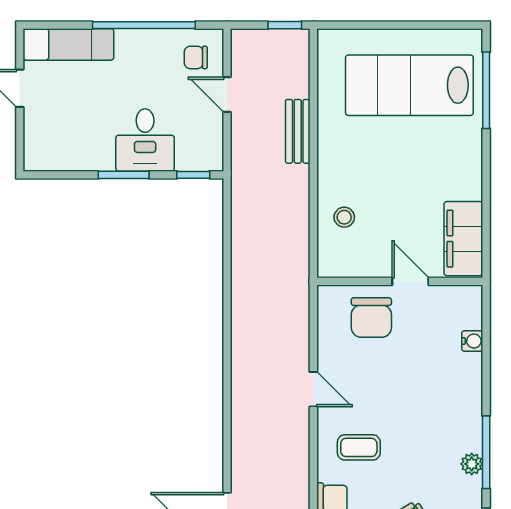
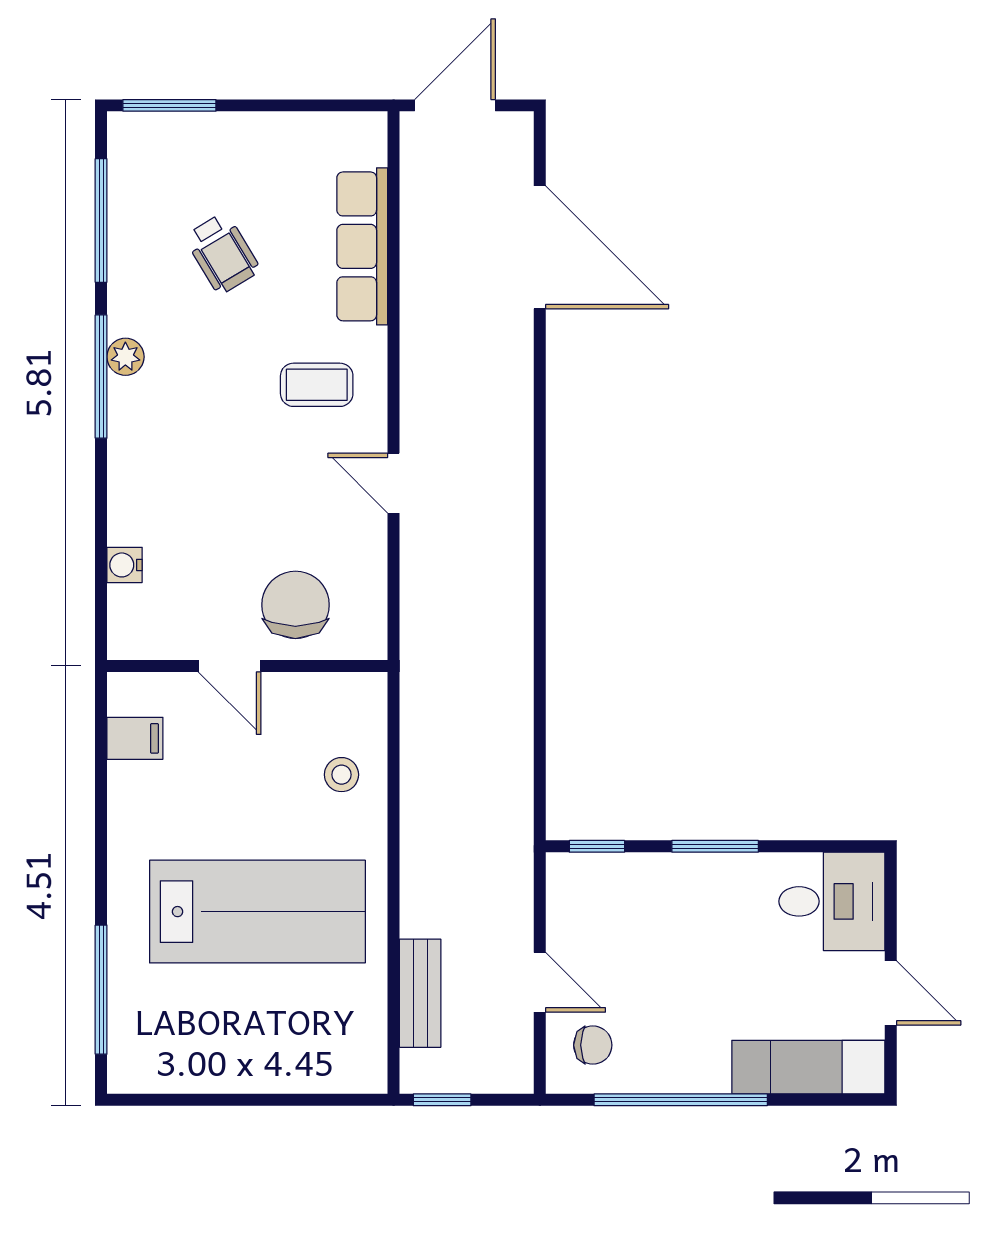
lab bench: (409, 85) -> (257, 912), moved
bench: (298, 131) -> (420, 993), moved
desk: (145, 140) -> (832, 901), moved, turned 90
filing cabinet: (463, 239) -> (135, 738), width x0.33, depth x0.86

